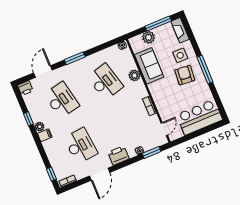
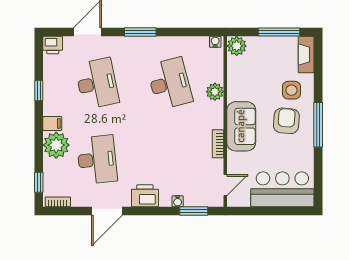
plant: (149, 37) -> (237, 46), moved
sofa: (149, 66) -> (241, 126), moved
plant: (40, 127) -> (56, 145), moved, width x1.88, depth x1.88

